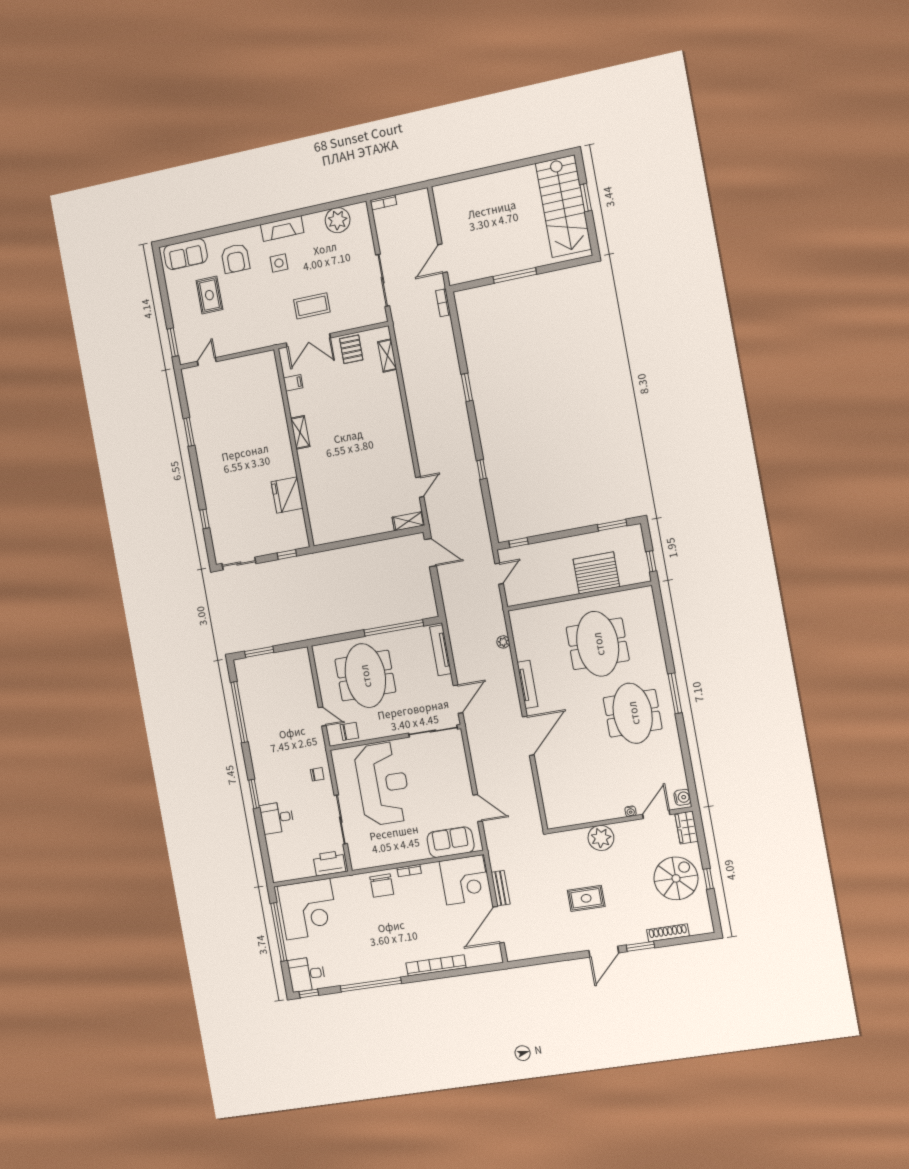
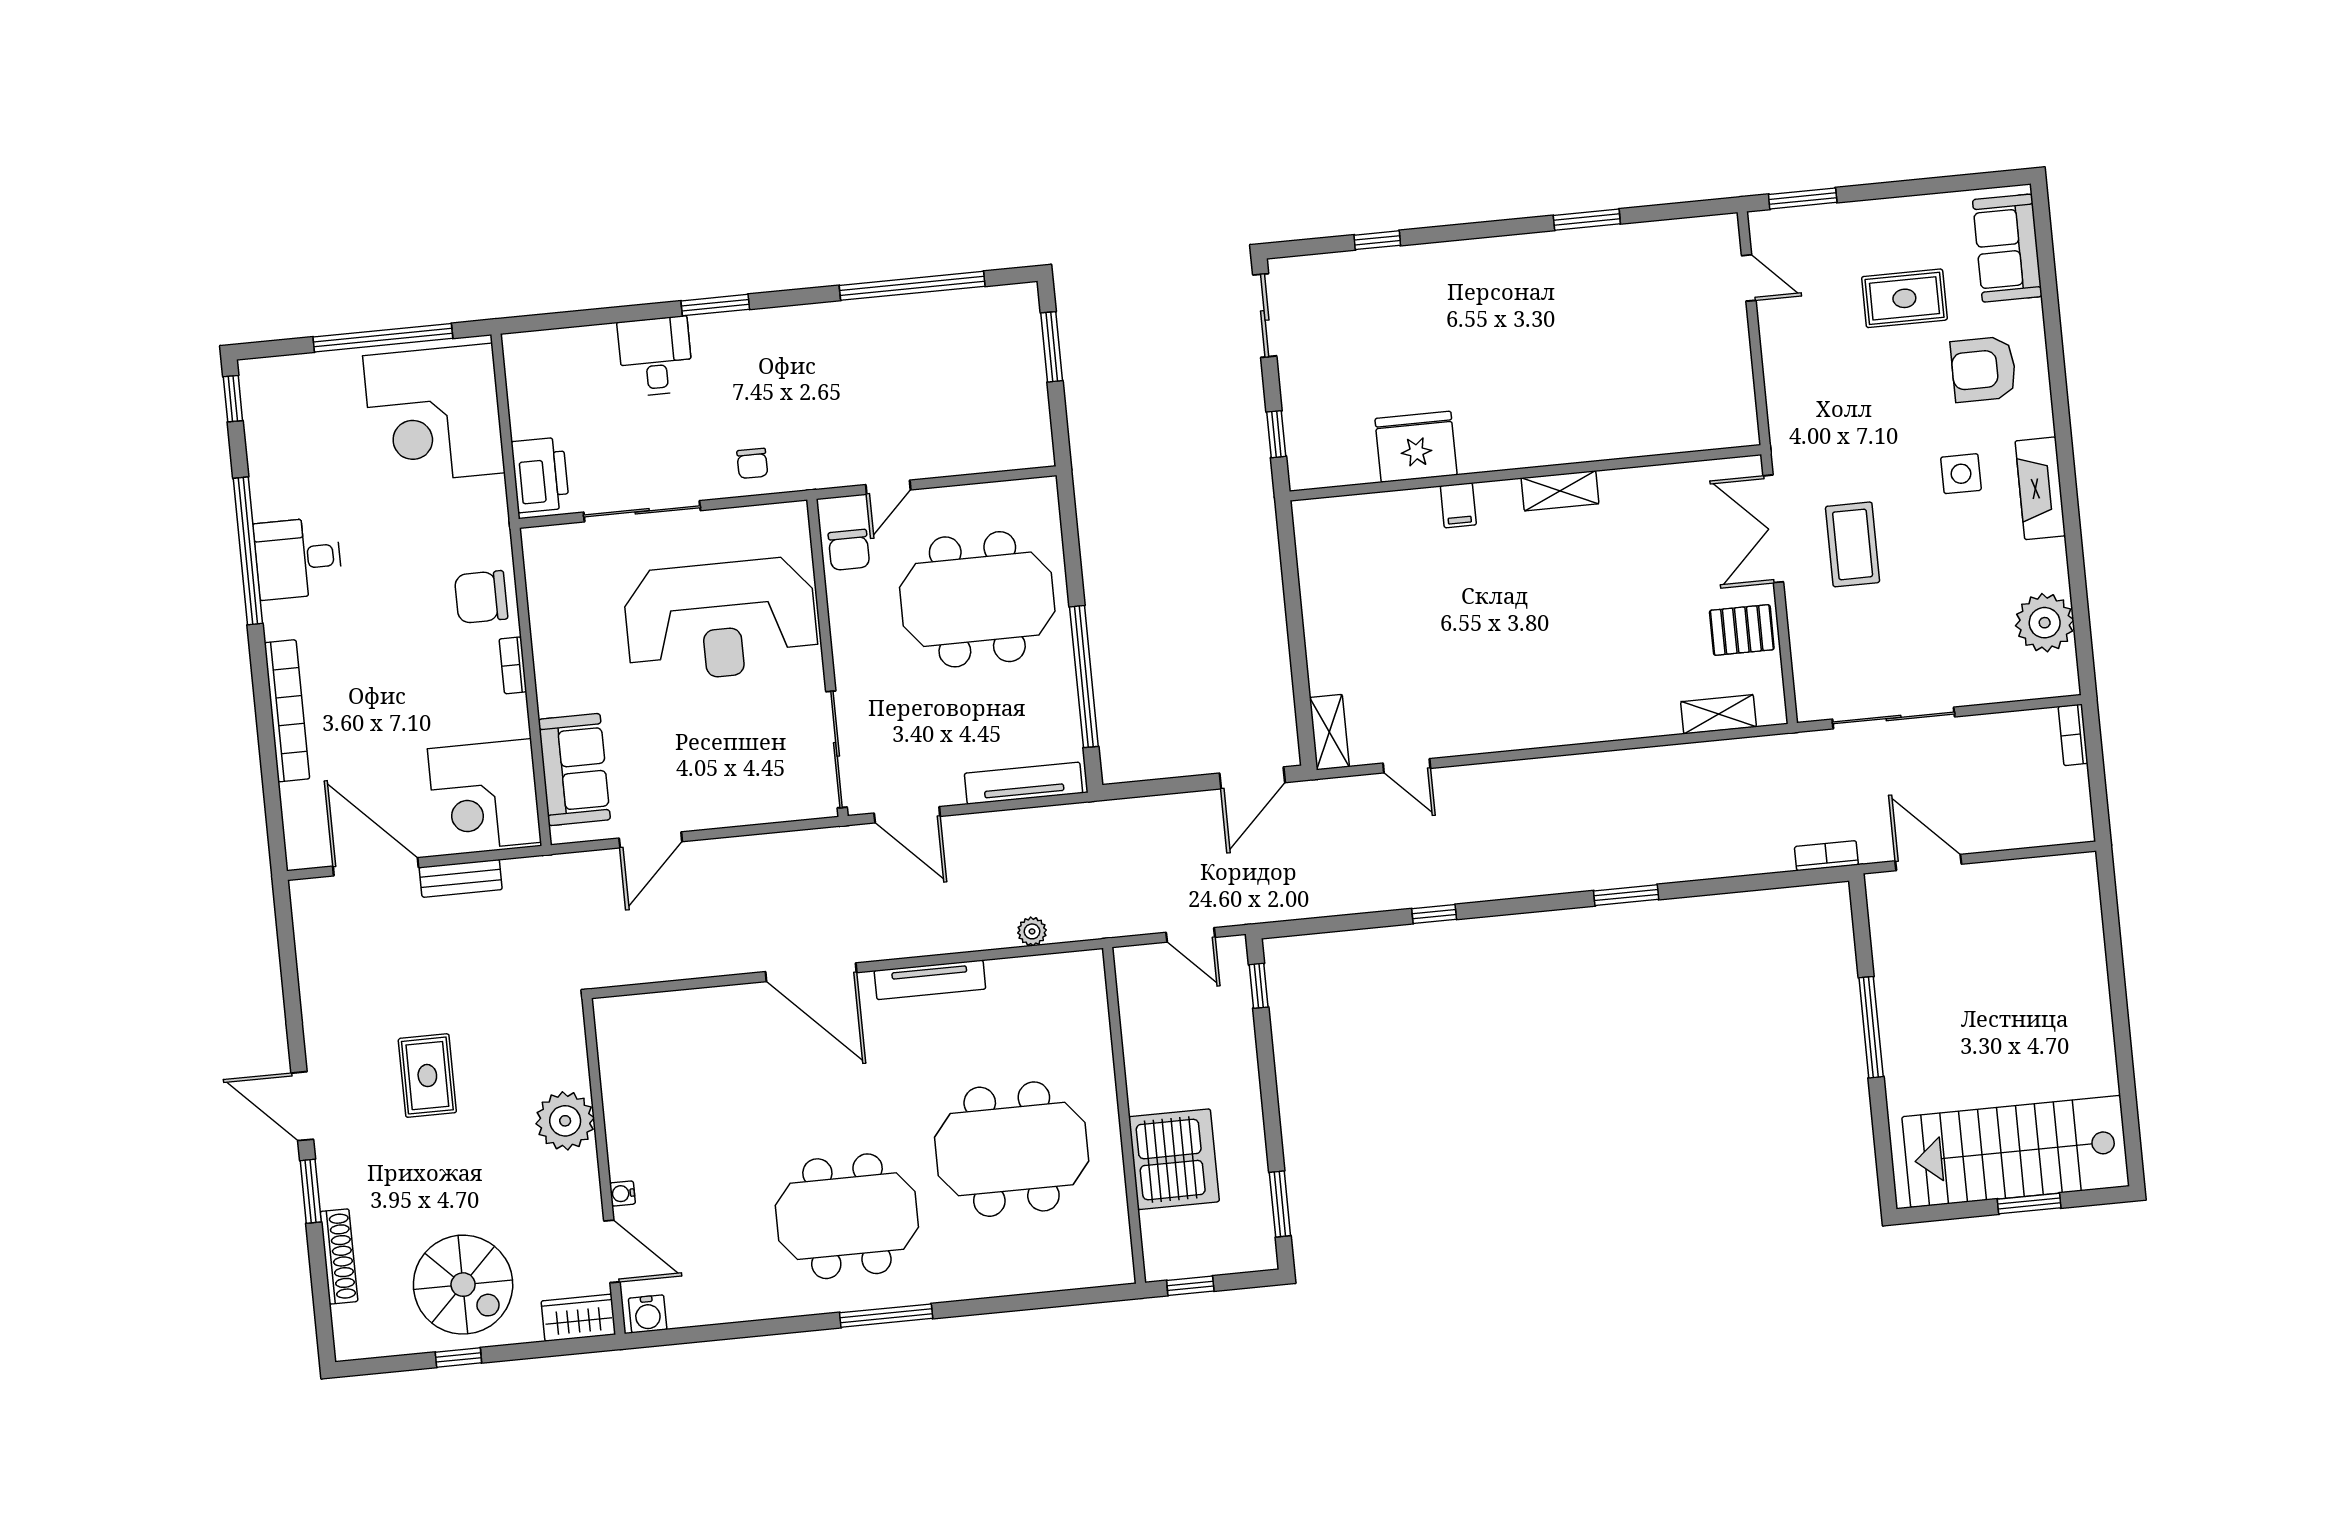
filing cabinet: (293, 383) -> (1458, 505), moved
desk: (307, 974) -> (298, 558), moved, turned -90

